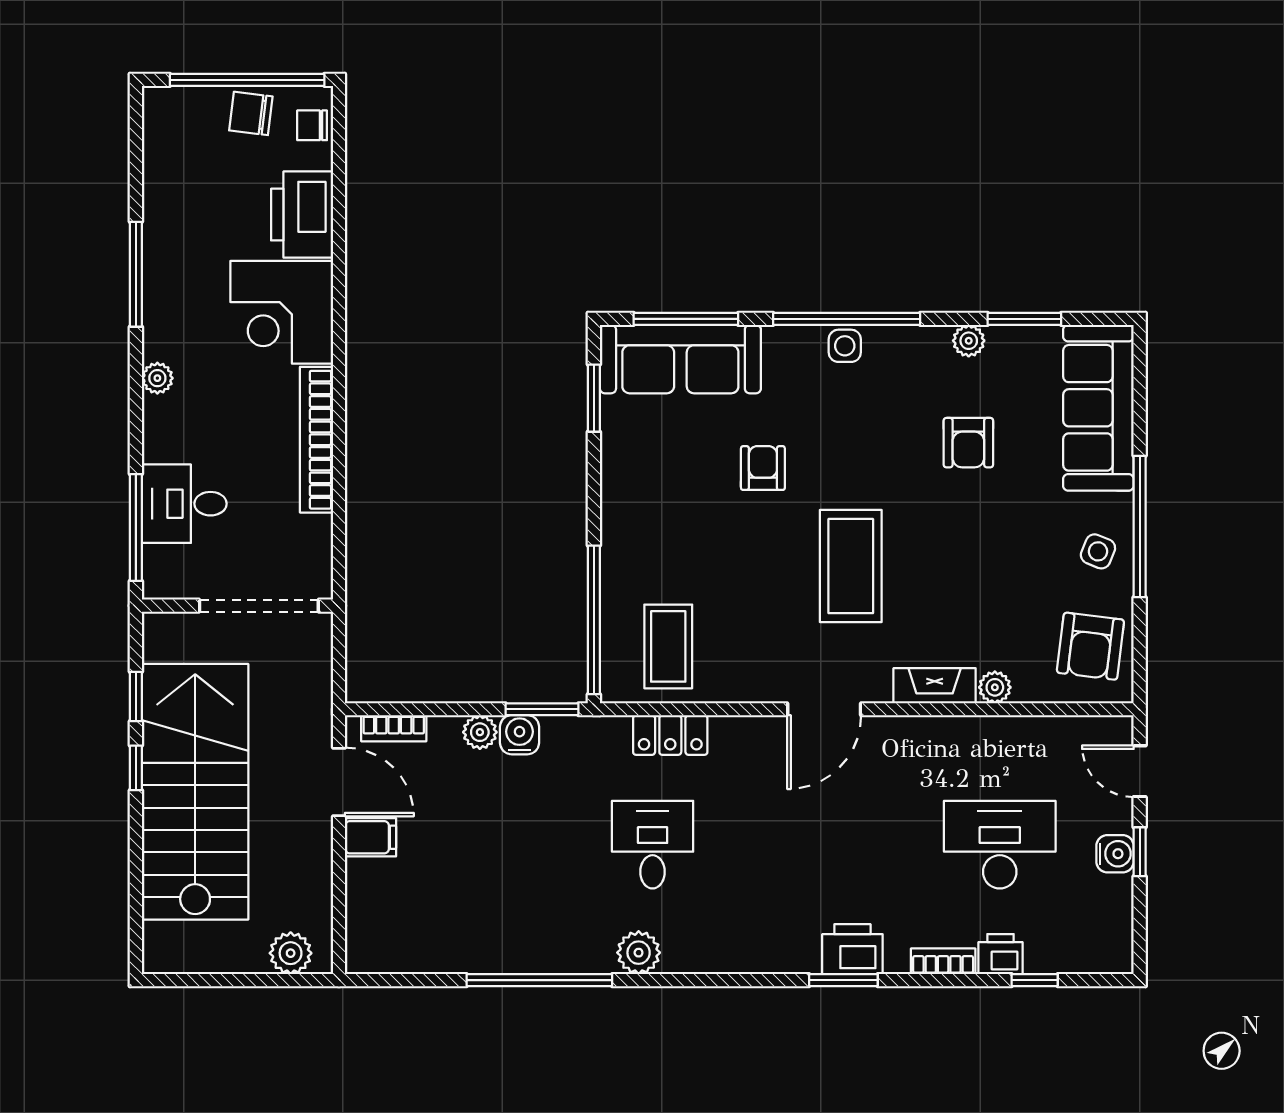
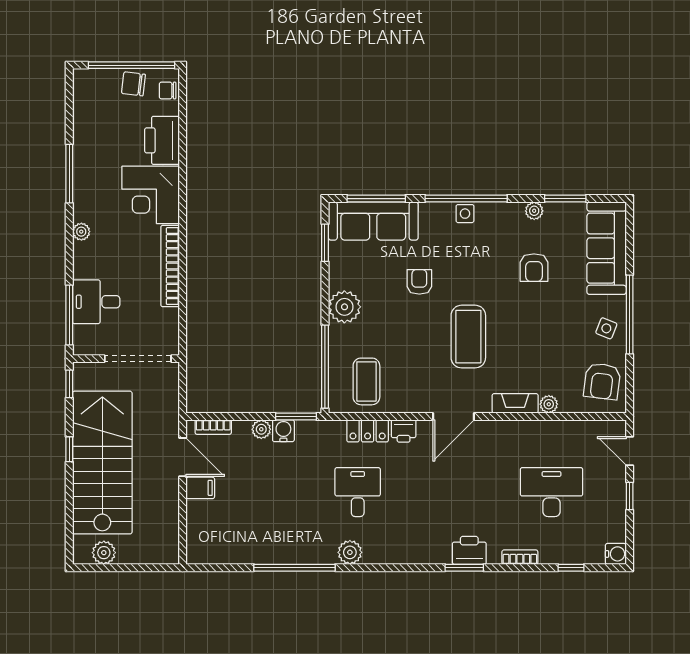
plant: (629, 513) -> (344, 307), added
window: (136, 696) -> (69, 384), moved
water cooler: (1115, 854) -> (616, 554), moved
plant: (291, 953) -> (104, 553), moved
printer: (1001, 954) -> (404, 431), moved, turned 180

